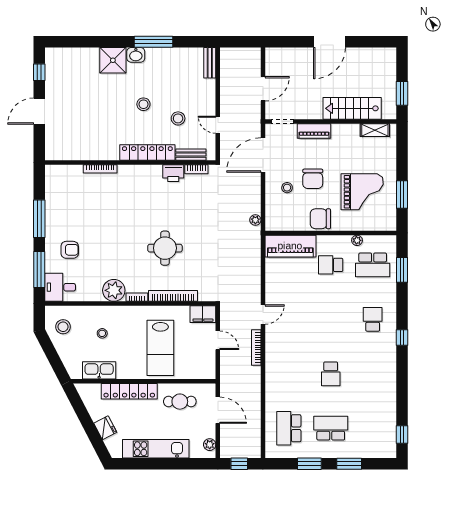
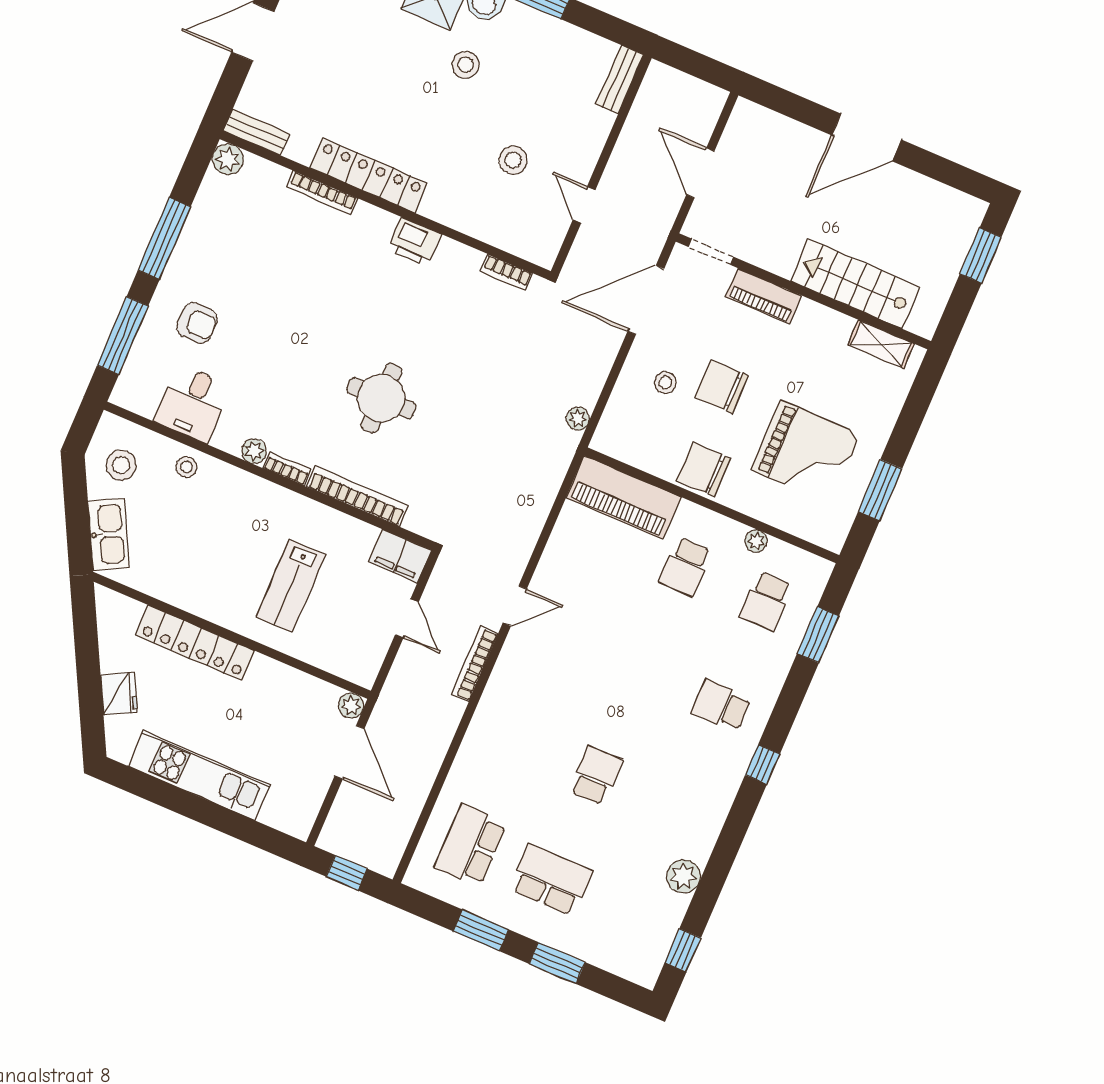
door: (263, 89) -> (700, 173), swing flipped
window: (402, 93) -> (981, 255), moved
stool: (143, 104) -> (466, 65), moved
locker: (147, 153) -> (369, 176), moved
bench: (191, 155) -> (257, 132), moved
plant: (52, 172) -> (228, 159), added
printer: (173, 173) -> (414, 242), moved
chair: (313, 179) -> (722, 387), turned 90
school desk: (331, 265) -> (685, 567), turned -90
school desk: (373, 265) -> (766, 601), width x0.54
desk: (60, 287) -> (192, 403), moved, turned -90
plant: (114, 290) -> (254, 451), width x0.53, depth x0.53
school desk: (373, 319) -> (721, 705), turned -90
stool: (102, 333) -> (187, 467), moved
lab bench: (160, 348) -> (291, 586), width x0.73, depth x0.72
kitchen sink: (99, 370) -> (109, 534), moved, turned 63
school desk: (331, 374) -> (596, 775), turned 180
cafe table: (180, 402) -> (284, 705), removed
plant: (388, 402) -> (683, 876), added
plant: (210, 445) -> (351, 706), moved

